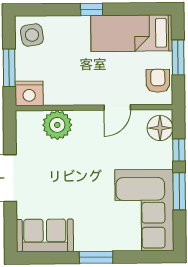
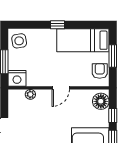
door: (117, 107) -> (61, 88), moved
plant: (57, 125) -> (30, 94), width x0.53, depth x0.53

